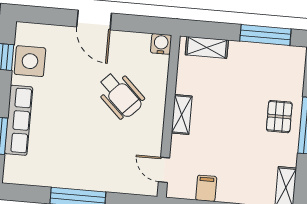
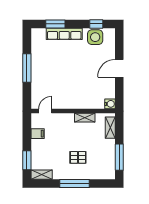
wheelchair: (120, 95) -> (82, 85), removed
shelving: (182, 115) -> (85, 118), moved
pallet: (279, 117) -> (78, 157), moved

